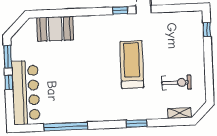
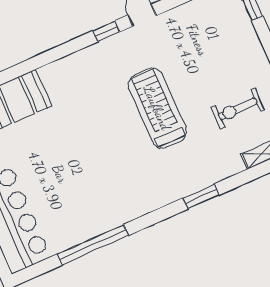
exercise bike: (176, 83) -> (238, 109), turned 180

